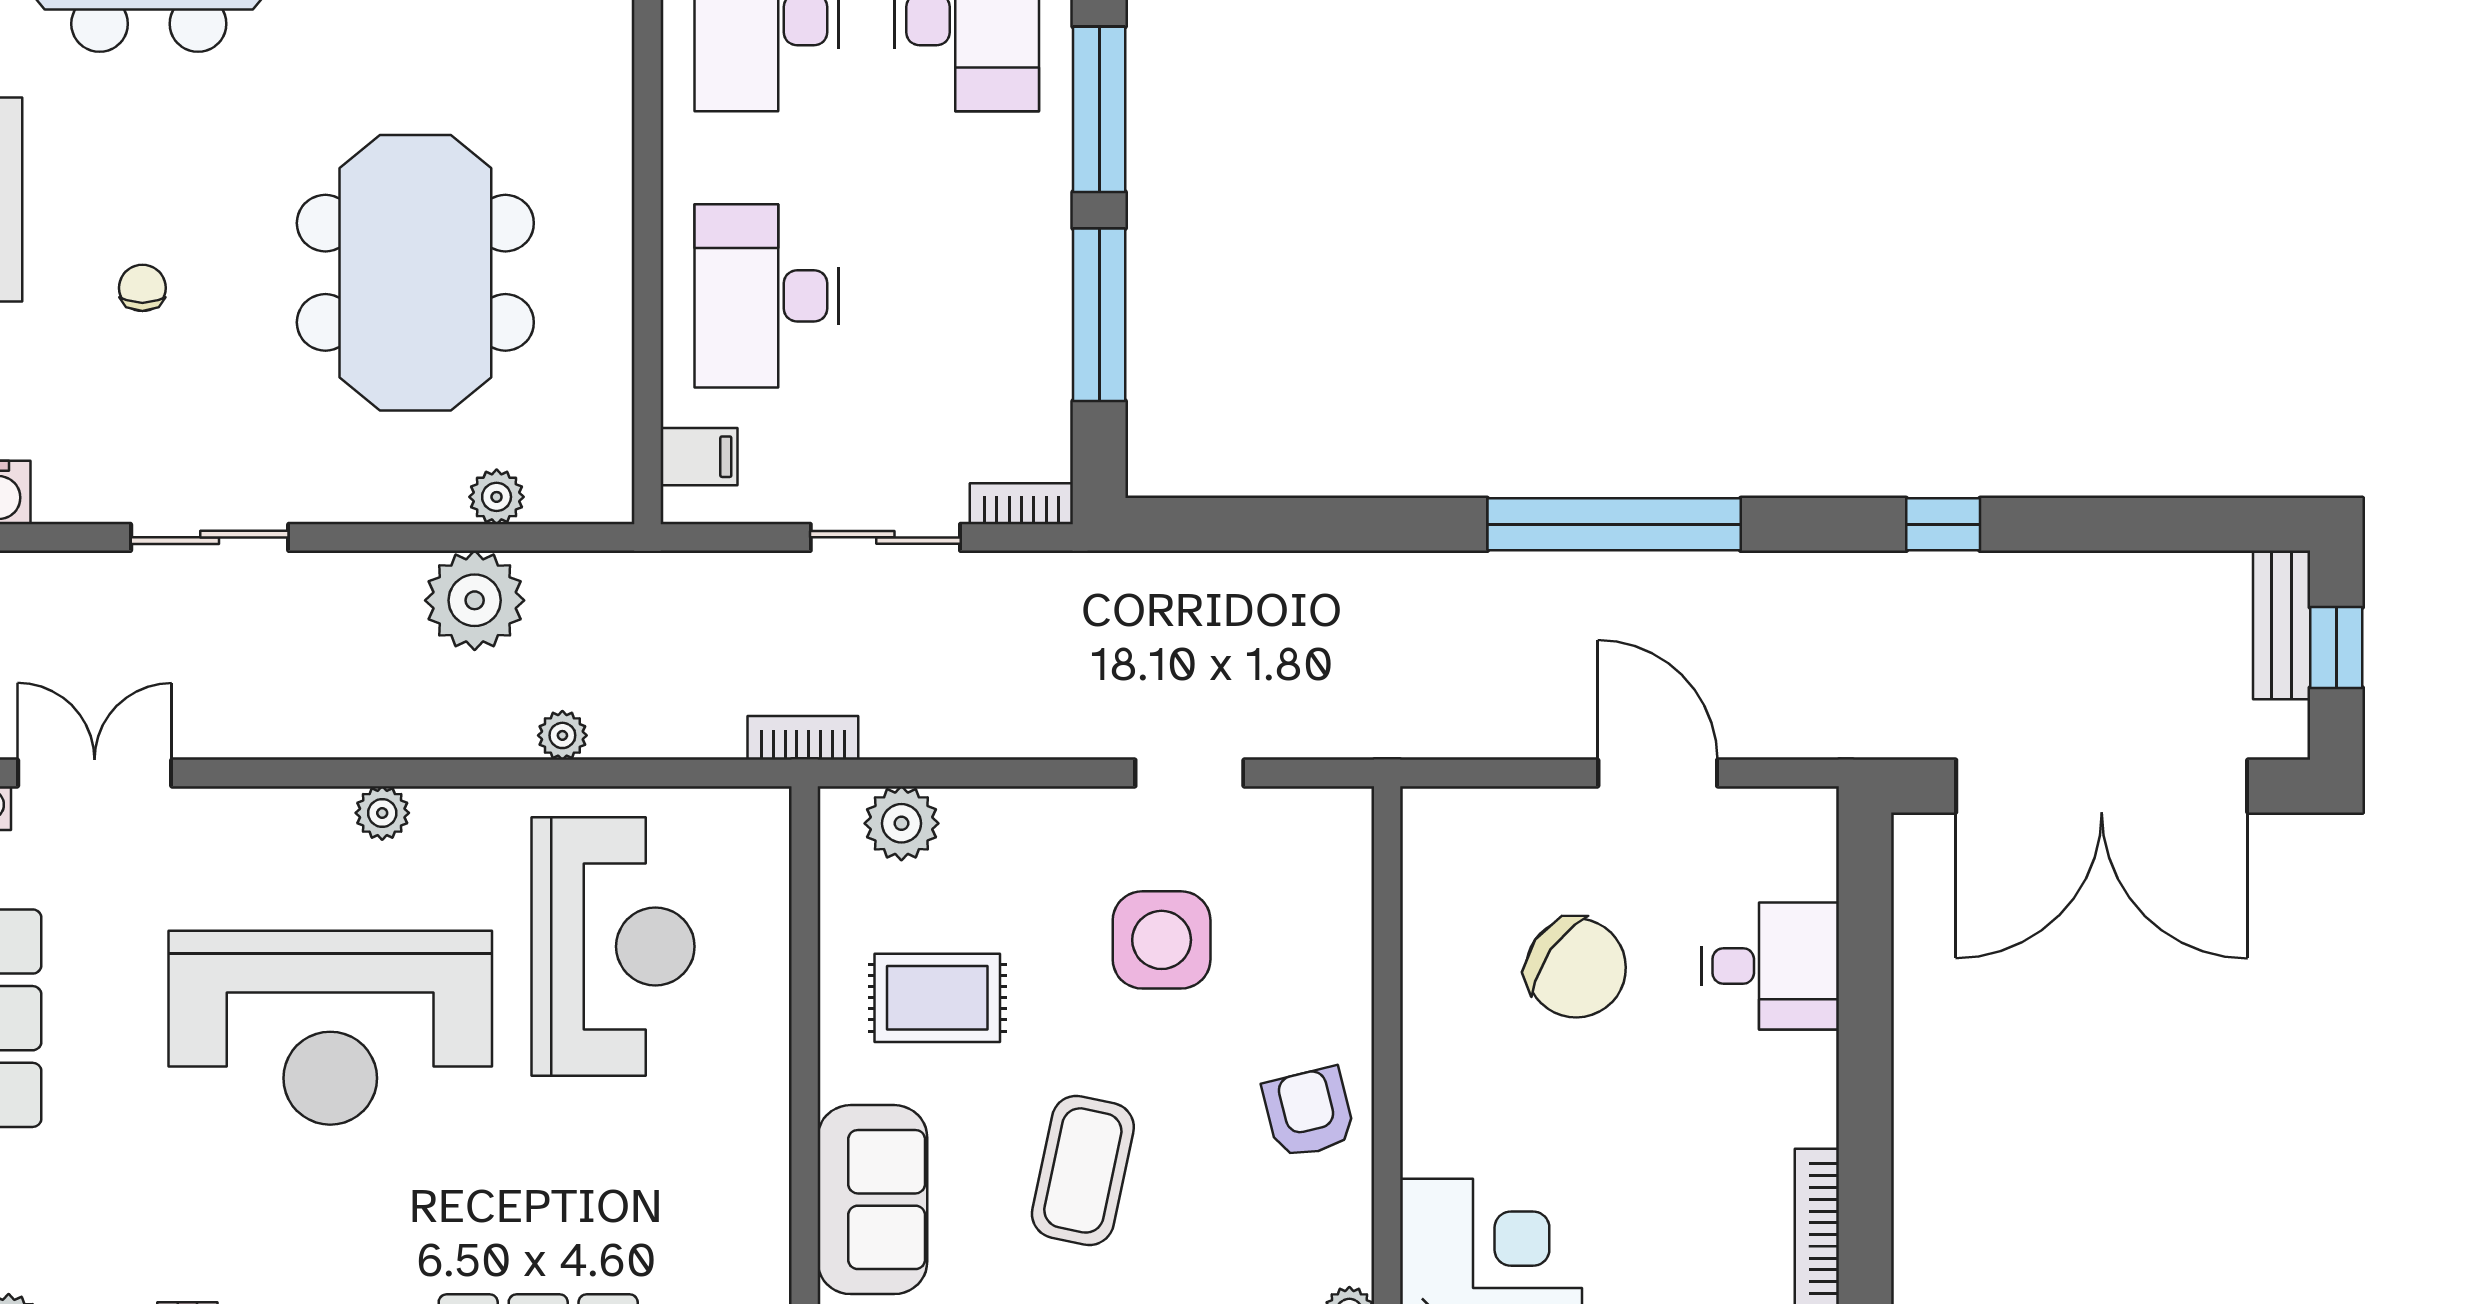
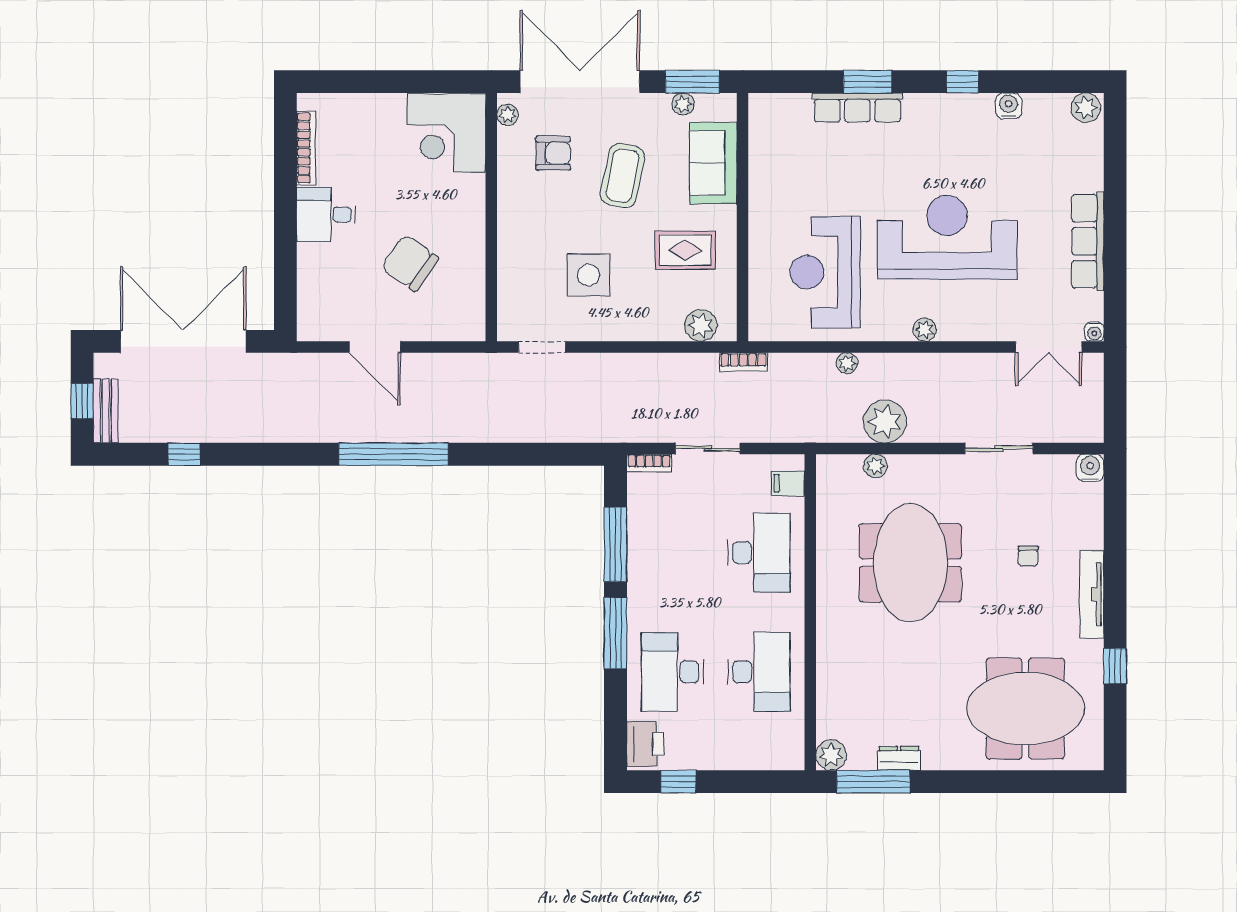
window: (1943, 524) -> (184, 454), moved
doorway: (1189, 773) -> (542, 347), moved
desk: (1770, 966) -> (326, 215), moved
armchair: (1309, 1113) -> (553, 153), moved, turned -76

